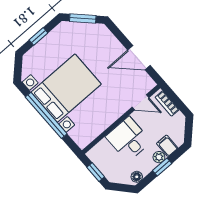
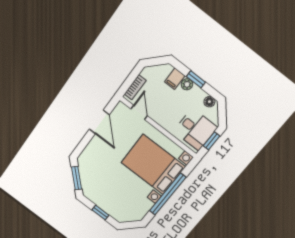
bed with nightstands: (66, 88) -> (153, 165), moved
desk: (128, 139) -> (195, 129), moved, turned -90

